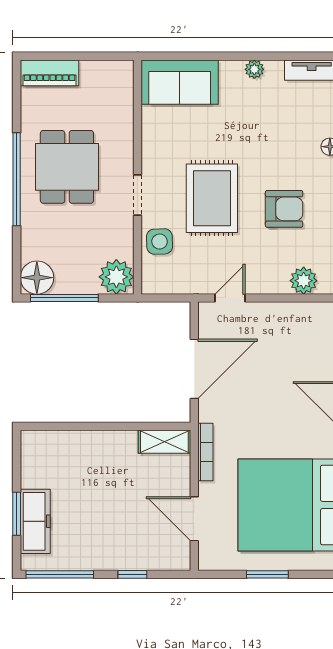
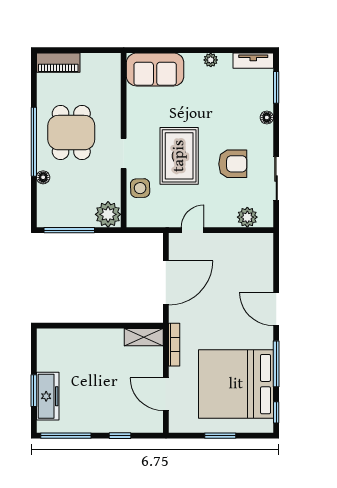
floor lamp: (37, 278) -> (43, 177), moved, width x0.53, depth x0.53

